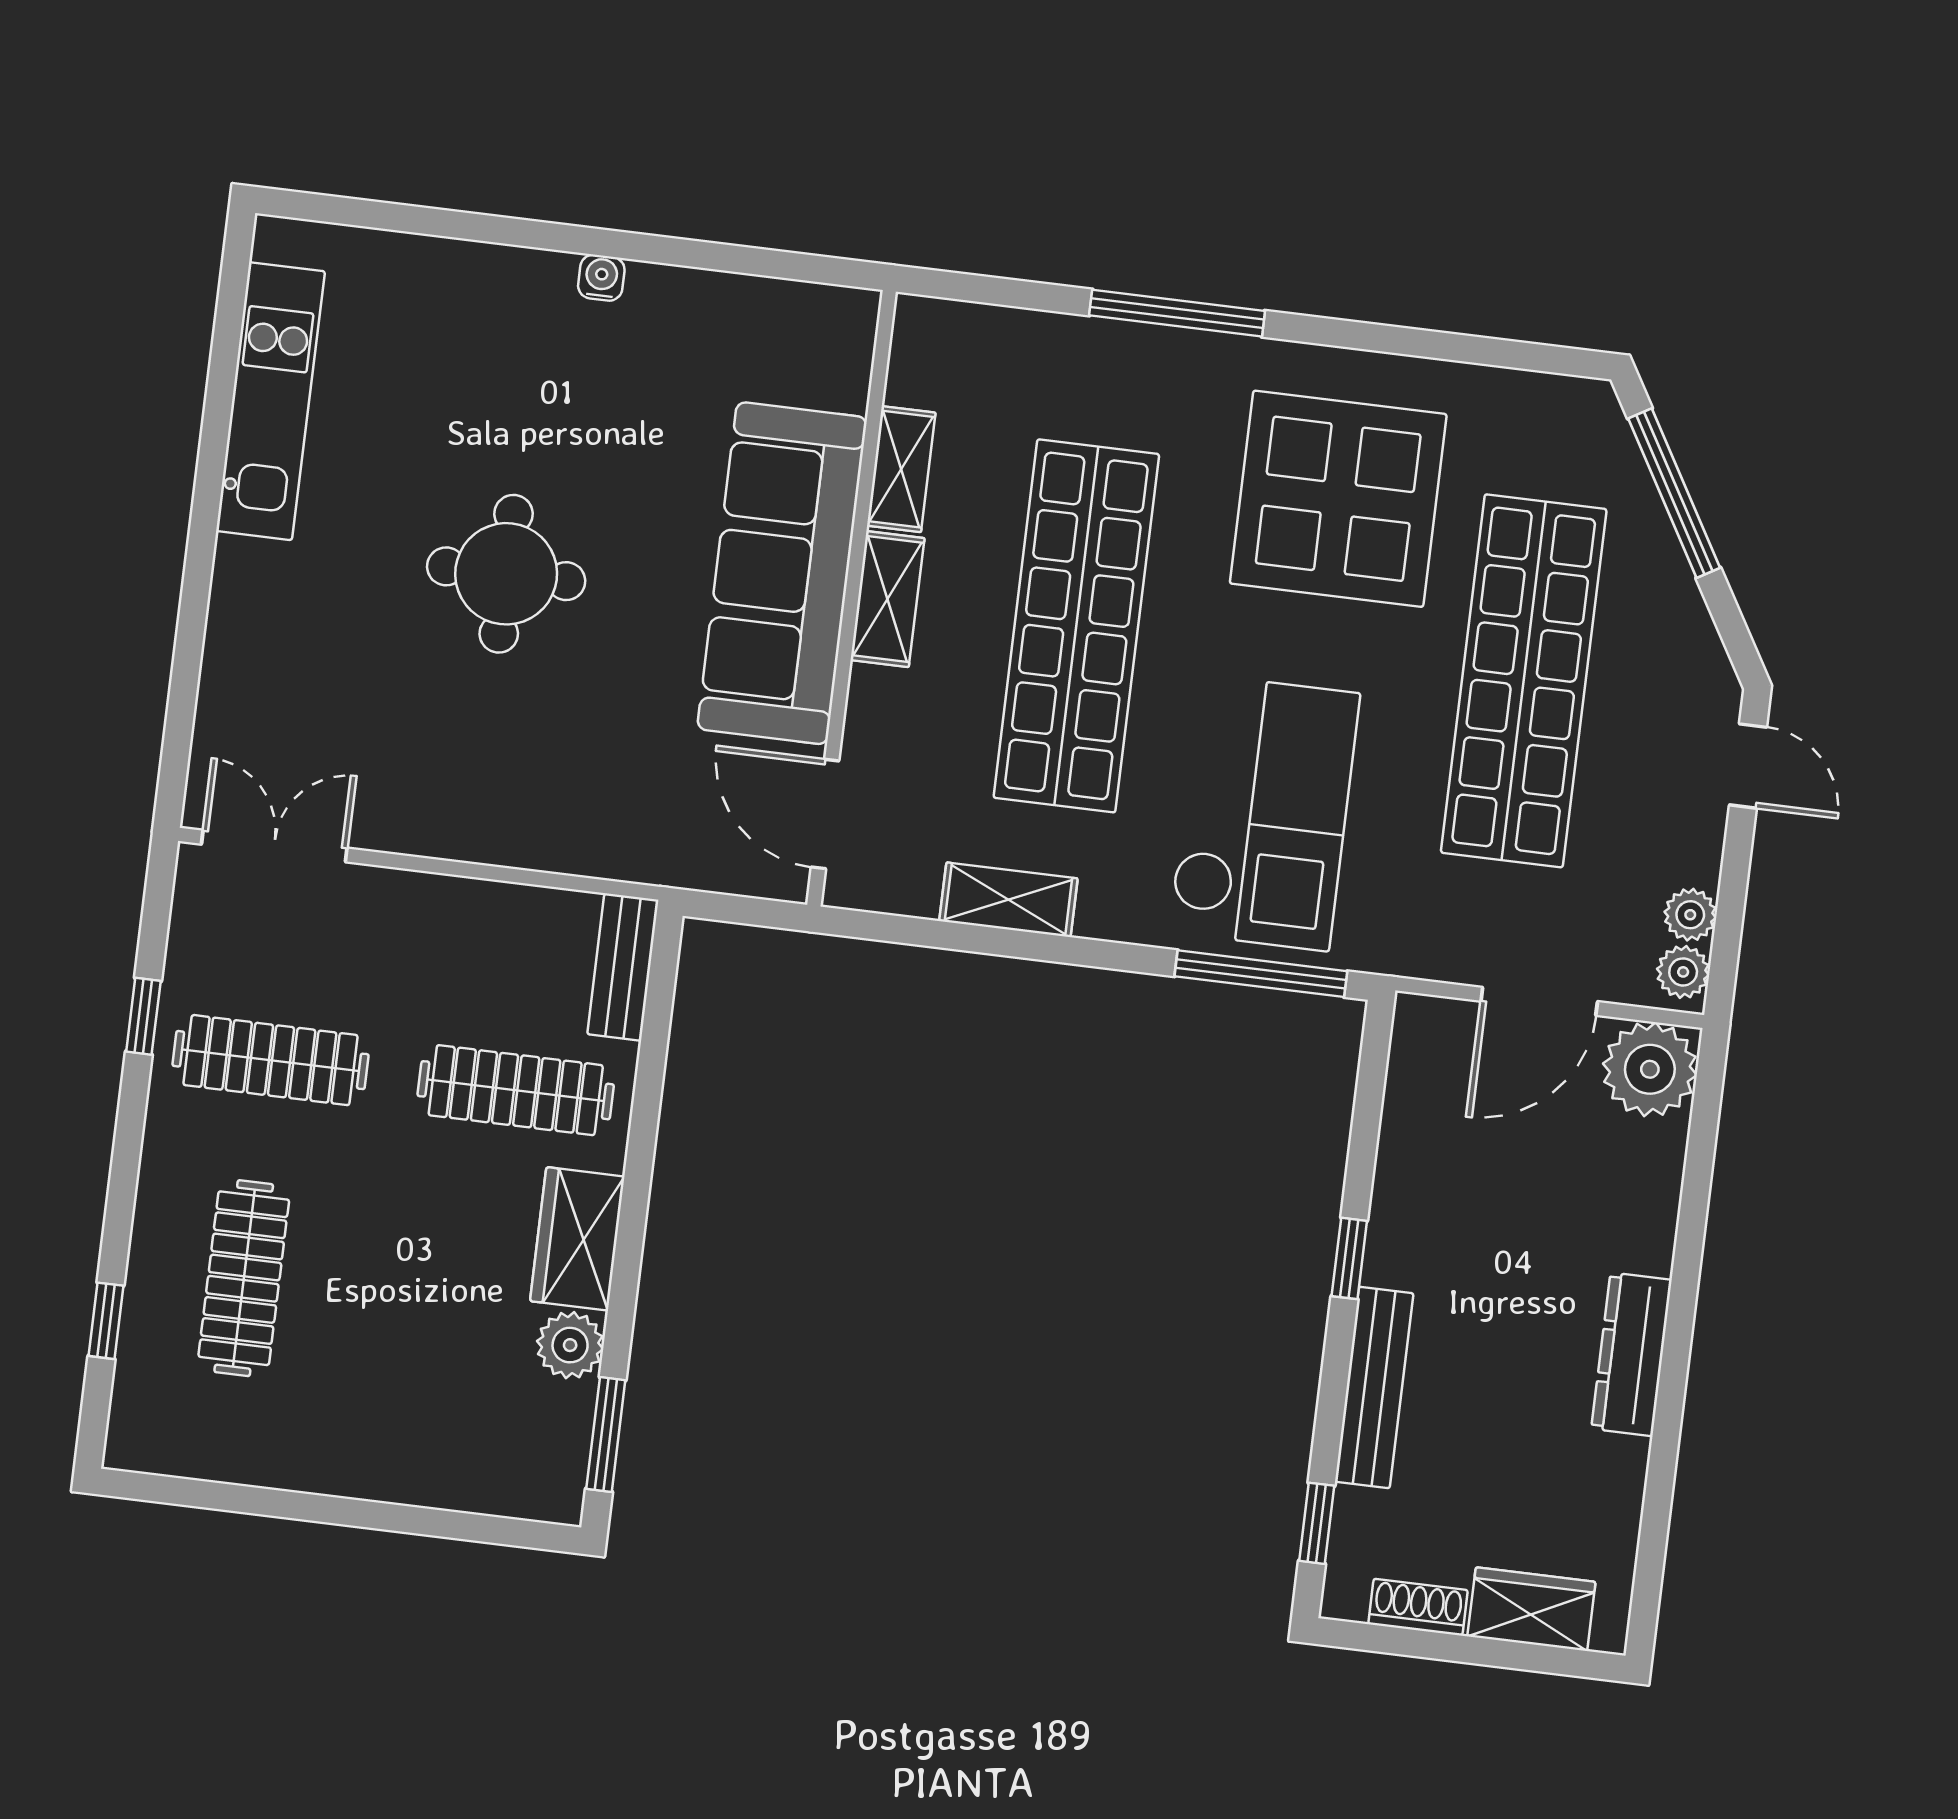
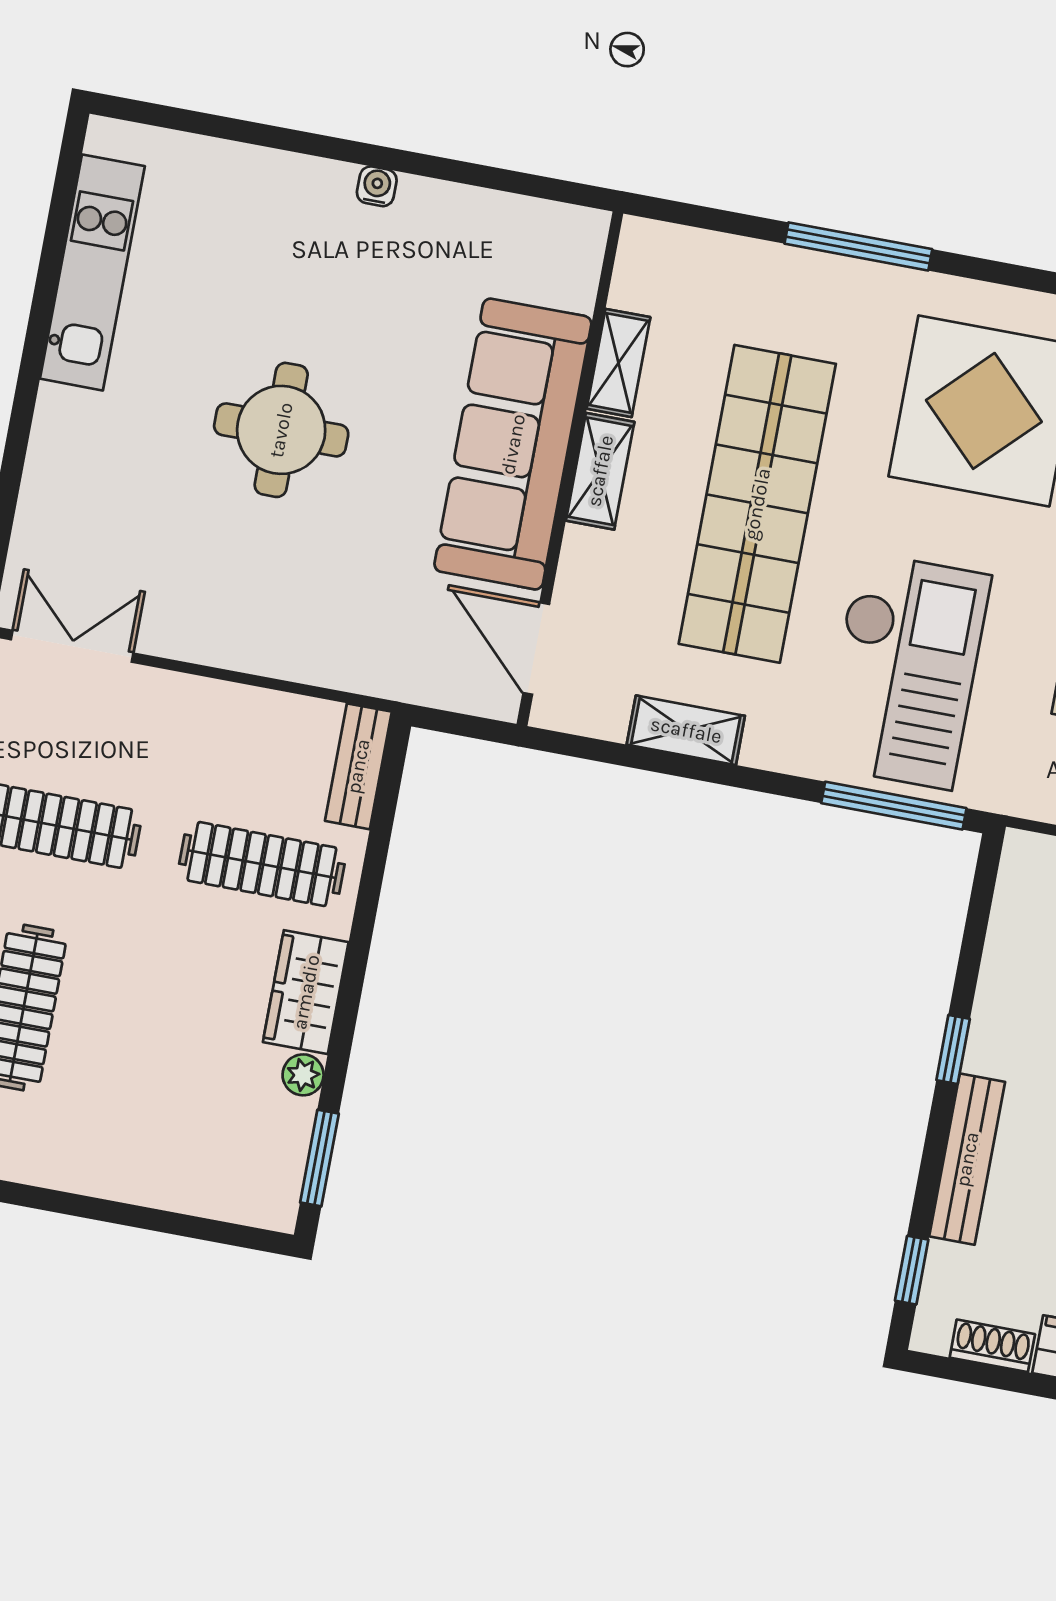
plant: (570, 1345) -> (303, 1075), width x0.73, depth x0.73

